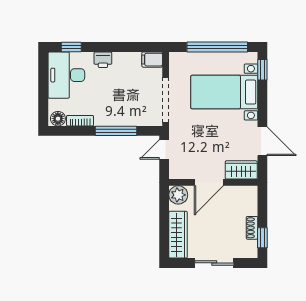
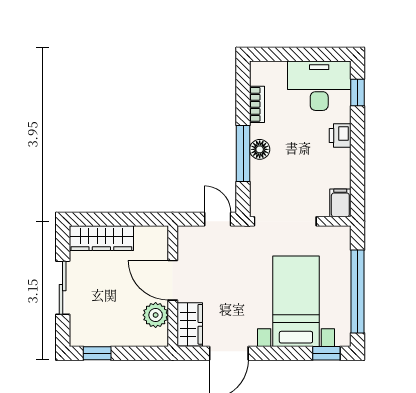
floor lamp: (58, 119) -> (260, 149), moved
plant: (178, 195) -> (156, 315), moved
shoe rack: (252, 228) -> (111, 339), removed

